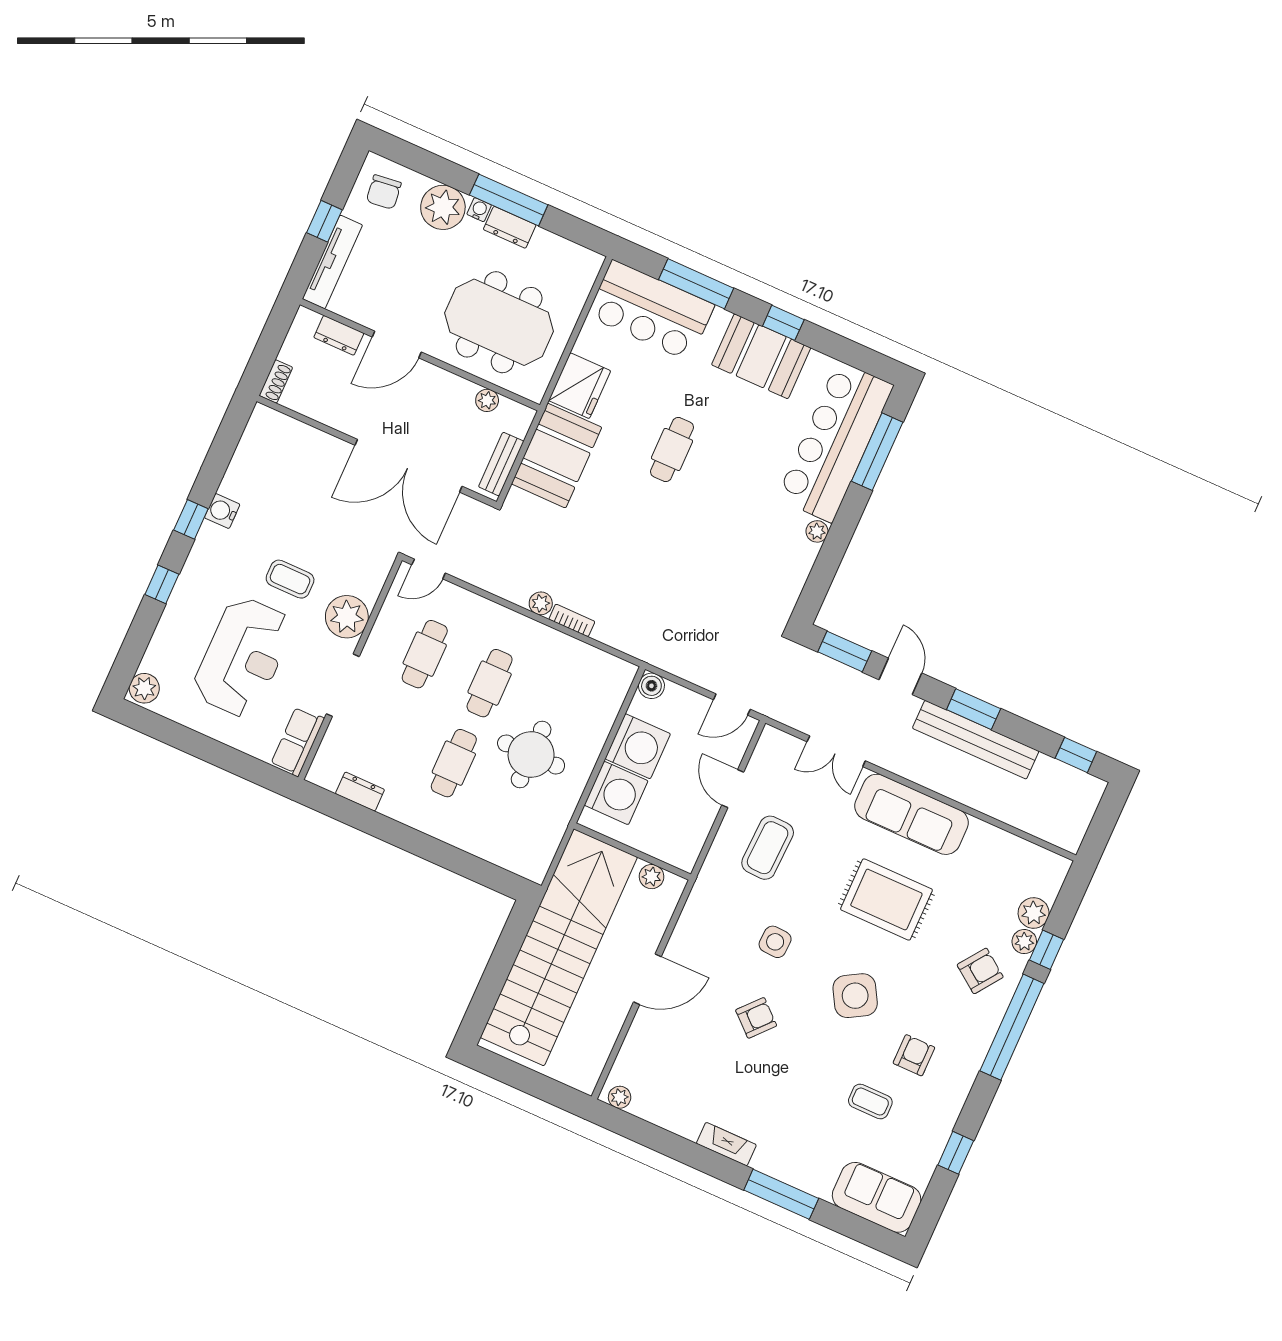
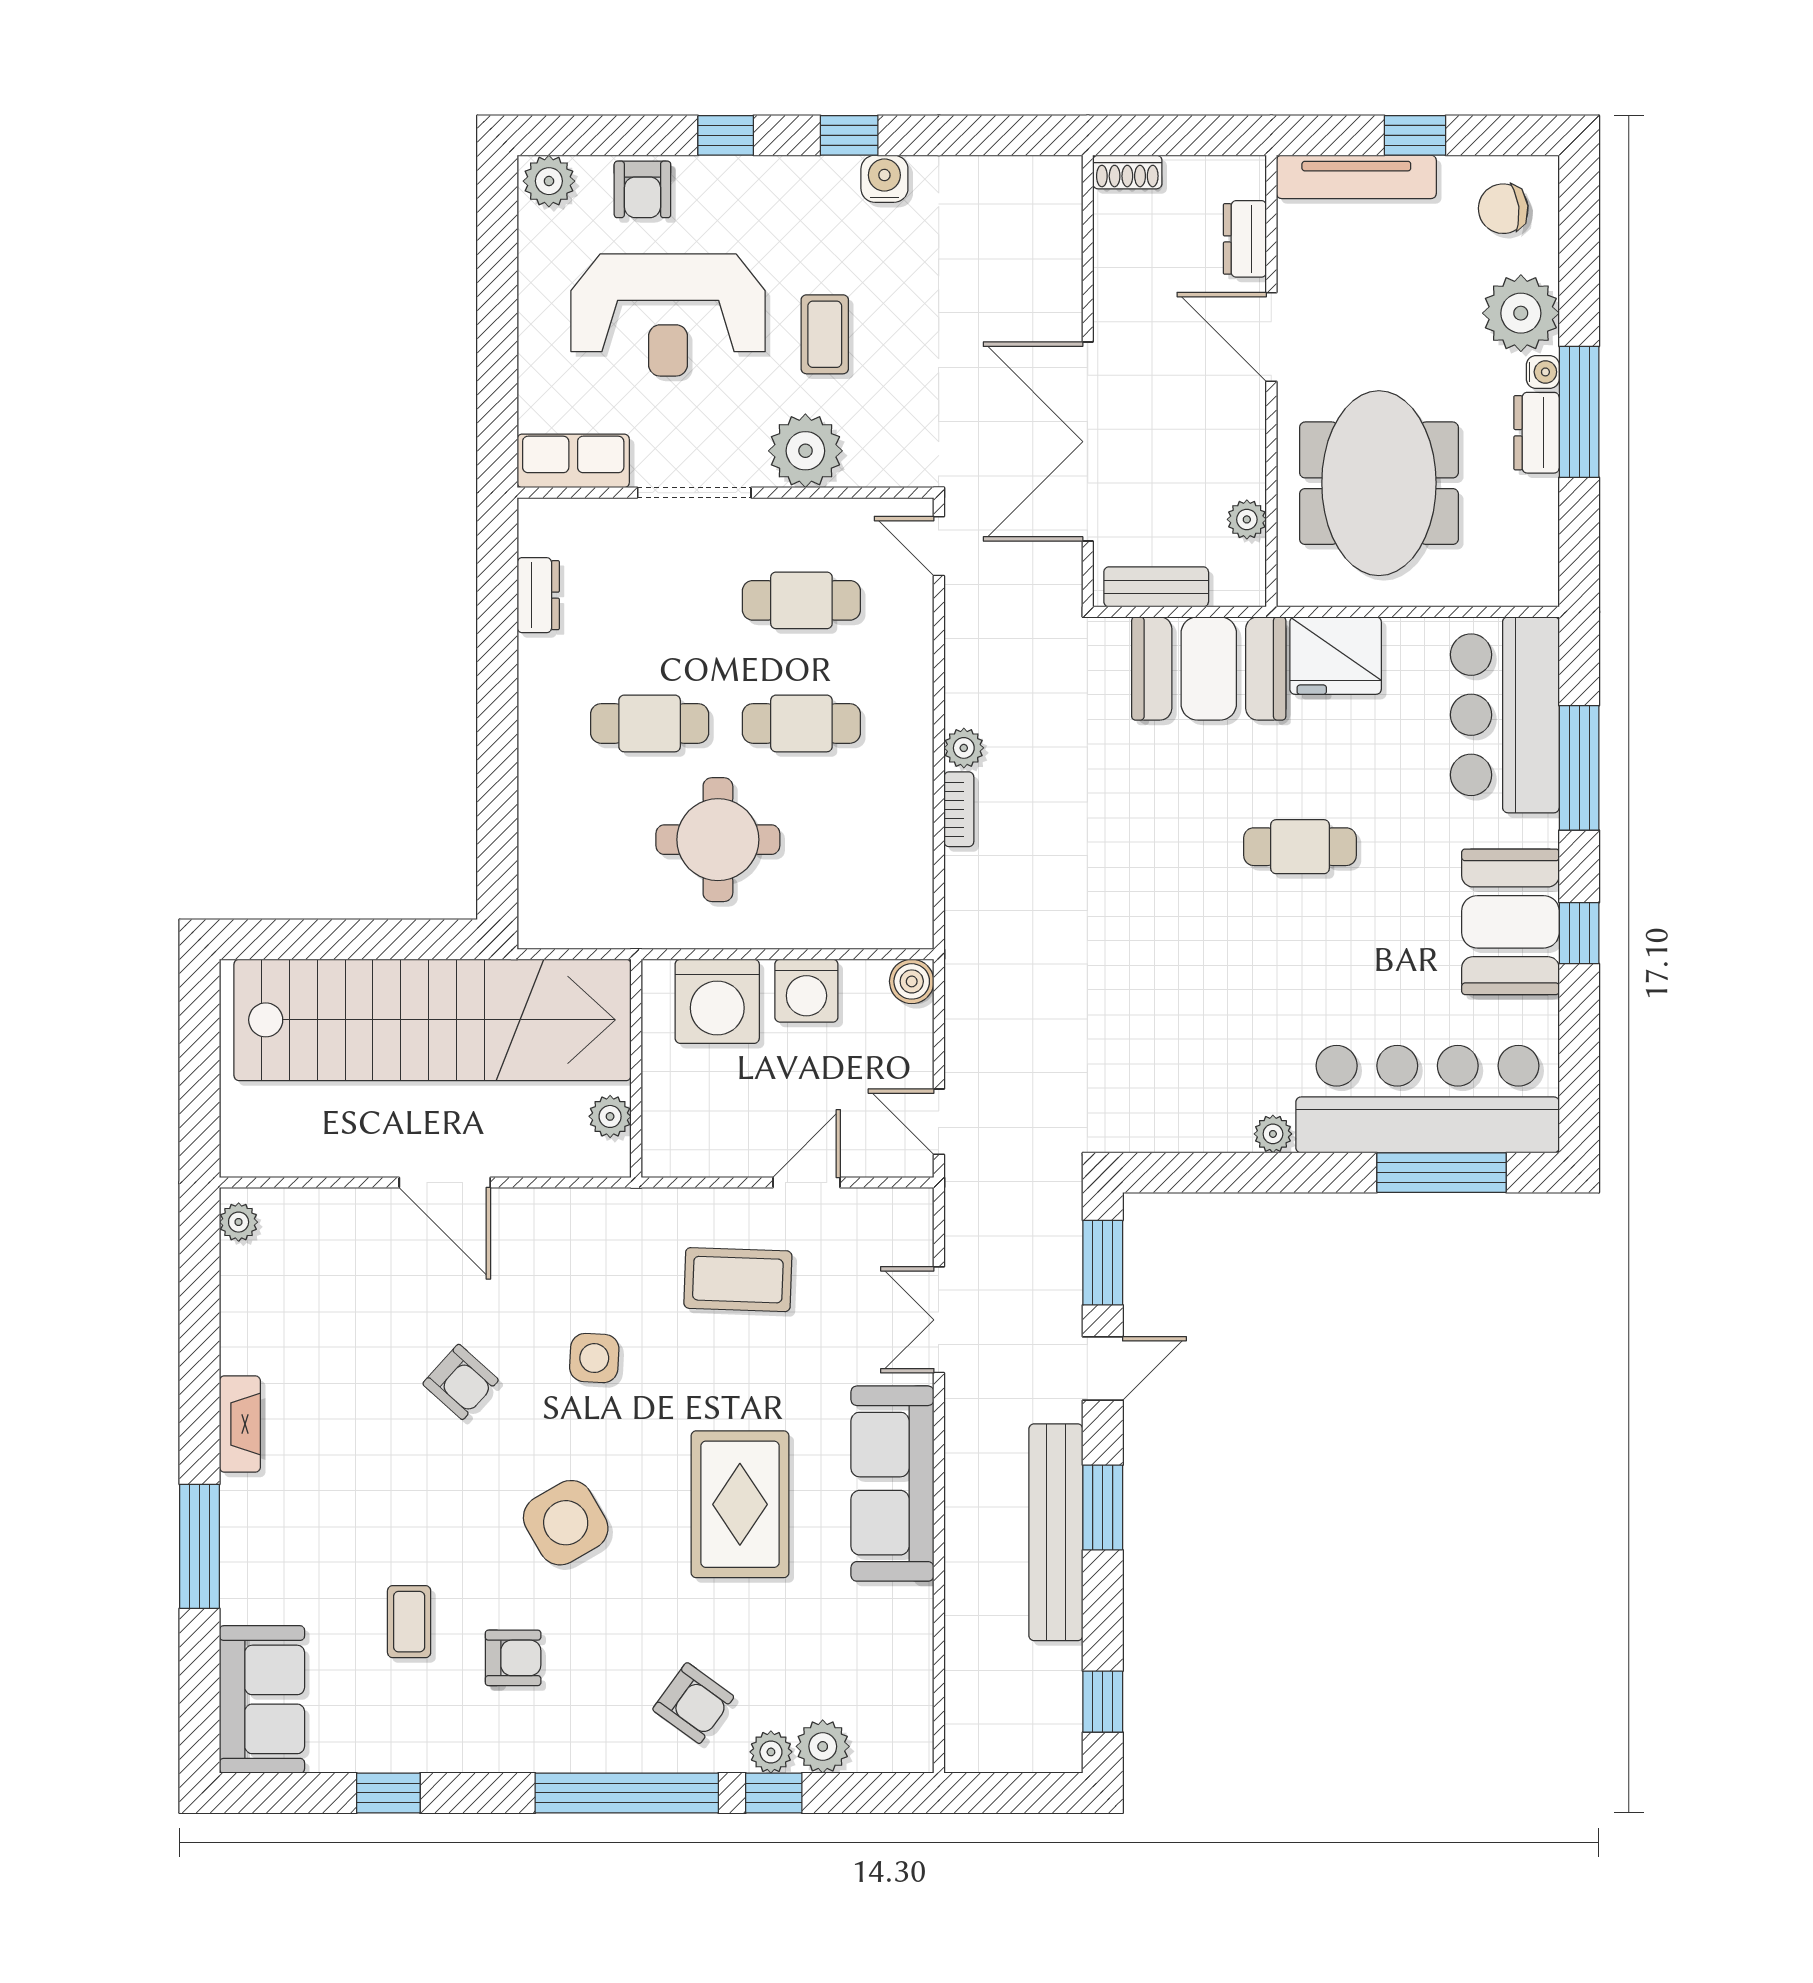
armchair: (171, 641) -> (642, 189), added
washing machine: (638, 746) -> (806, 991), width x0.73, depth x0.73

